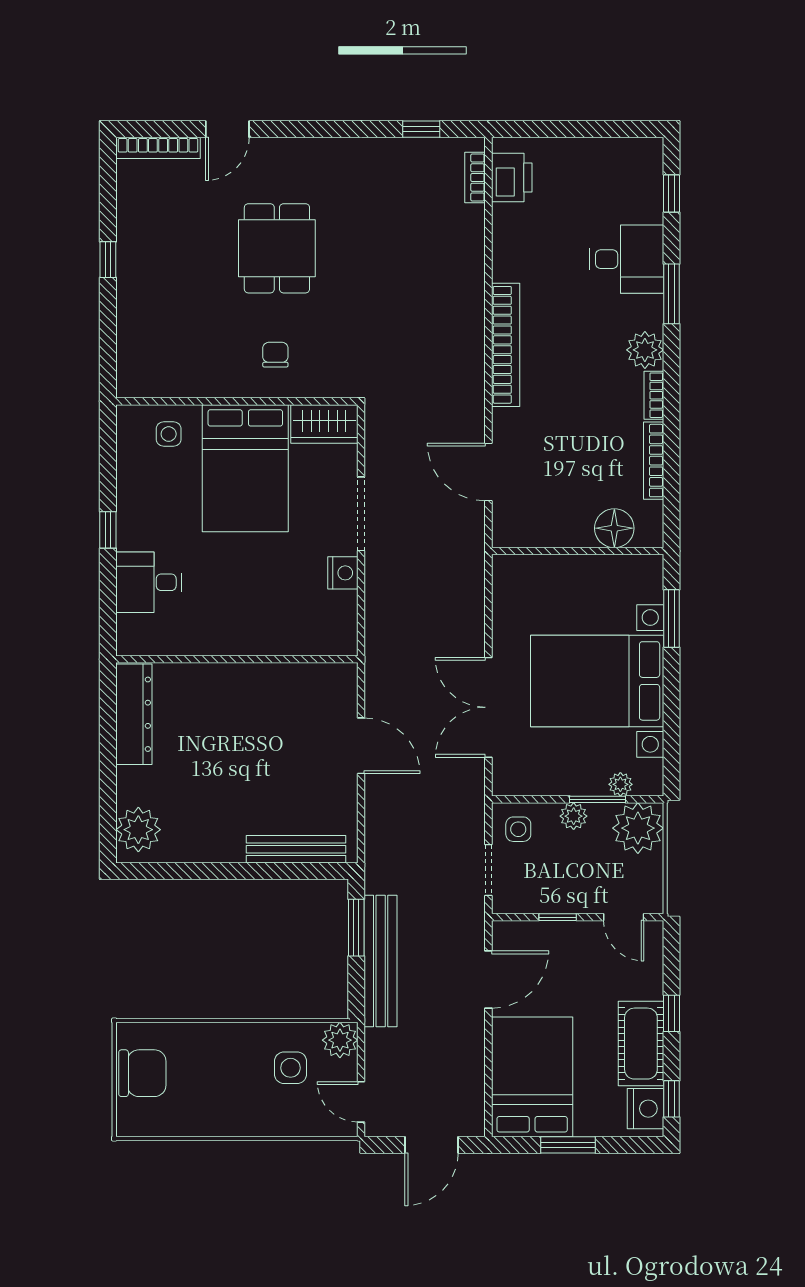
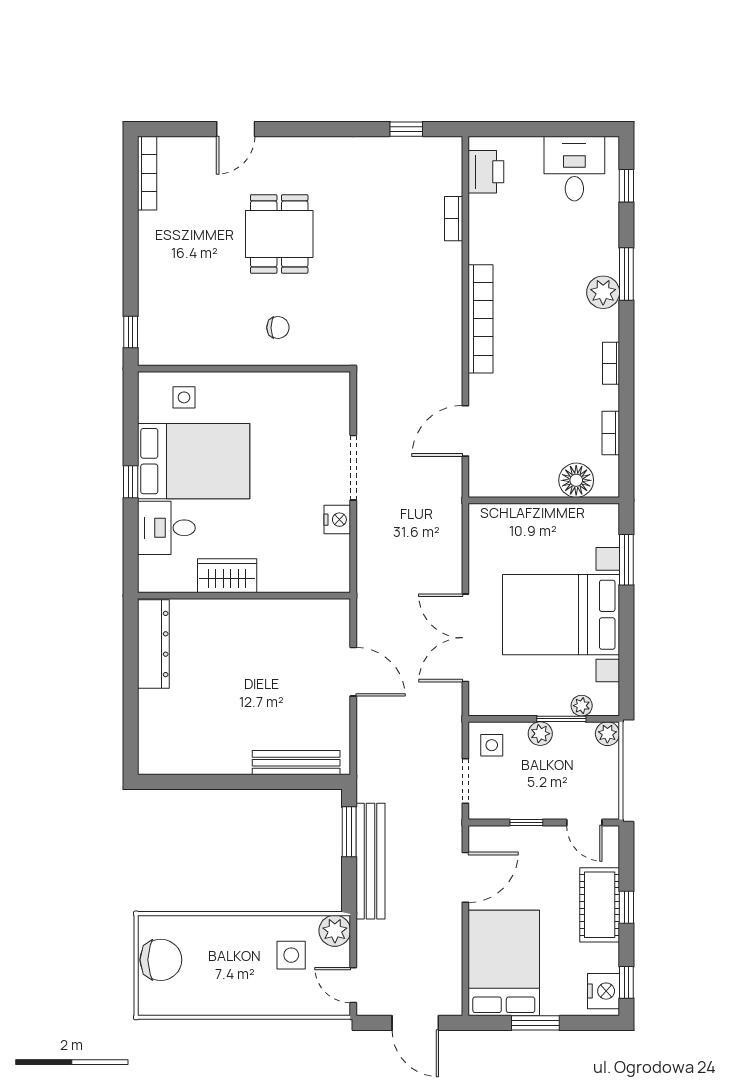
bookcase: (158, 148) -> (147, 173), moved, turned -90
bookcase: (475, 177) -> (454, 219), moved
desk: (627, 259) -> (574, 169), moved, turned -90
window: (108, 260) -> (131, 332), moved
plant: (645, 350) -> (603, 292), moved
chair: (275, 355) -> (278, 328), turned 90
wardrobe: (324, 424) -> (227, 576), moved, turned 180
bookcase: (654, 461) -> (611, 433), width x0.64
bed: (245, 468) -> (194, 461), moved, turned -90
door: (488, 472) -> (465, 431), hinge flipped
plant: (638, 828) -> (607, 734), width x0.53, depth x0.53
plant: (138, 830) -> (157, 745), removed
cot: (641, 1044) -> (600, 905), moved
door: (431, 1145) -> (415, 1023), hinge flipped

